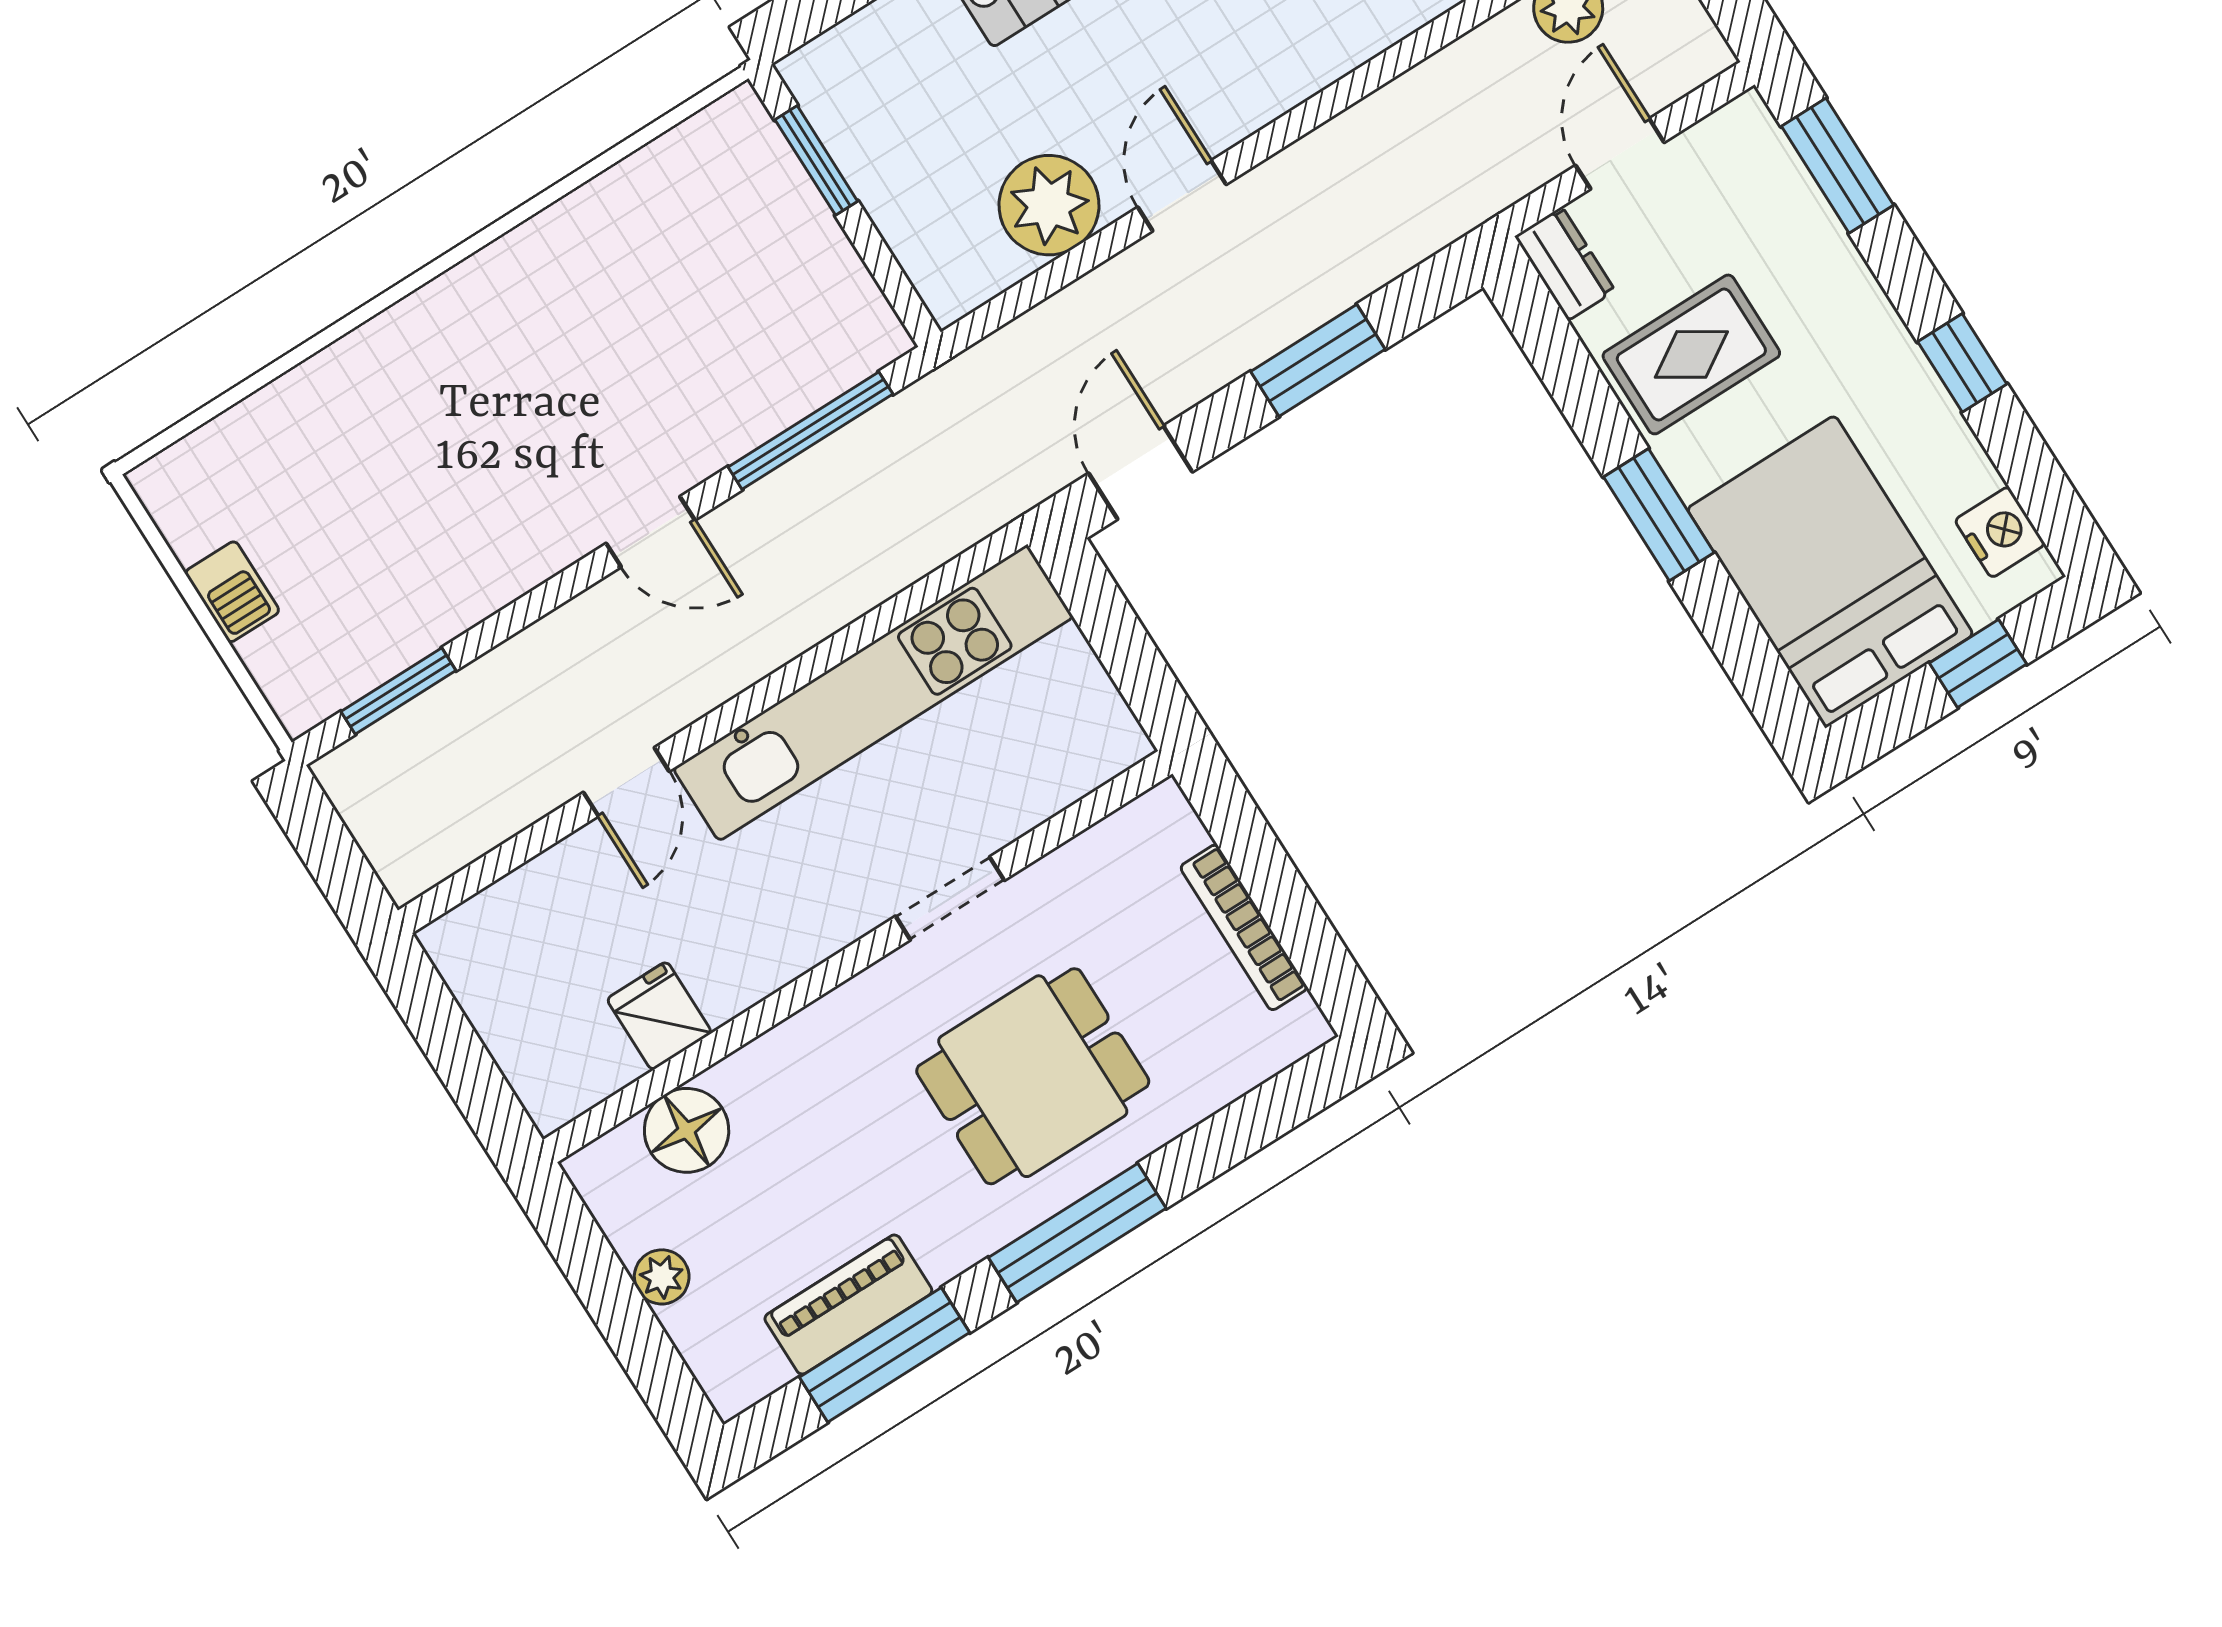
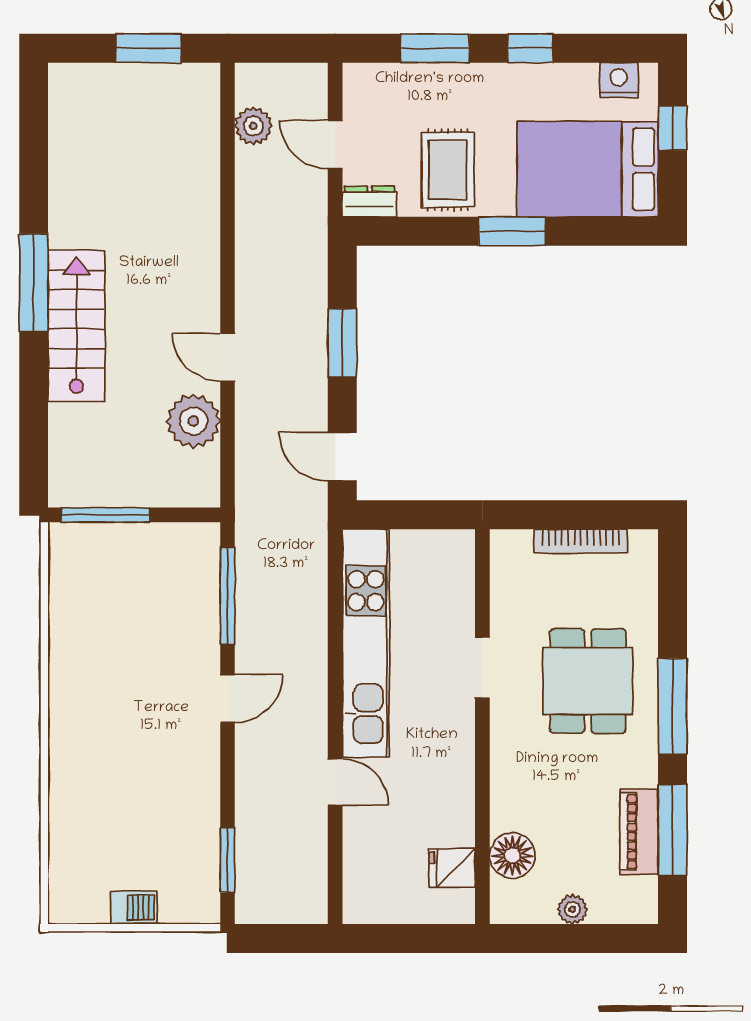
window: (816, 160) -> (105, 515), width x1.44
window: (1837, 166) -> (435, 48), moved
fridge: (659, 1016) -> (452, 868), moved

